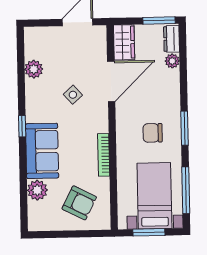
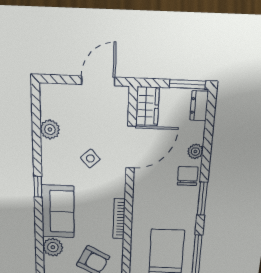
plant: (172, 61) -> (195, 152), moved
chair: (153, 133) -> (188, 176), moved, turned 90

